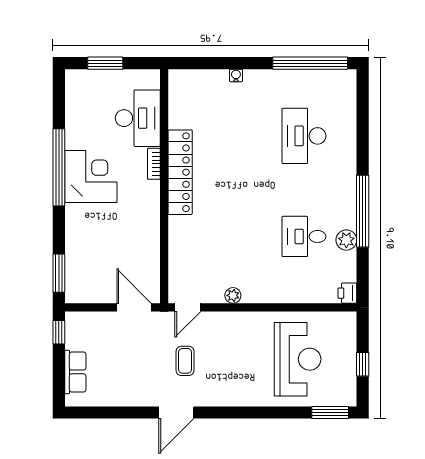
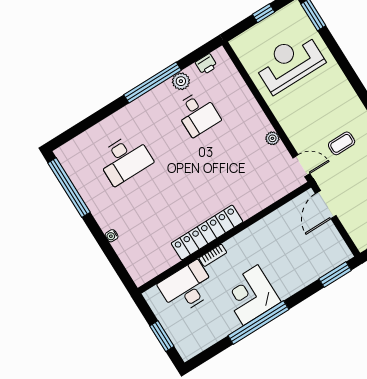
printer: (347, 293) -> (206, 64), moved

